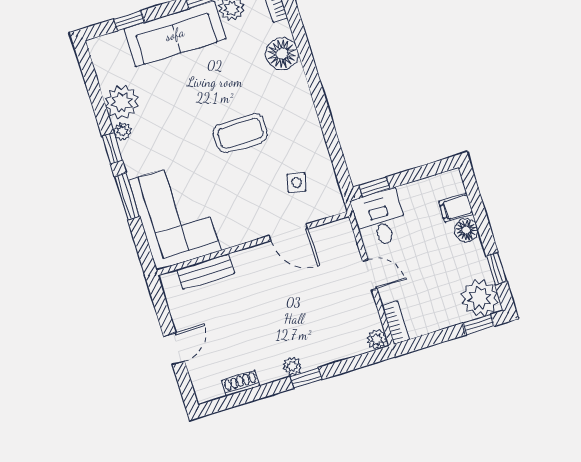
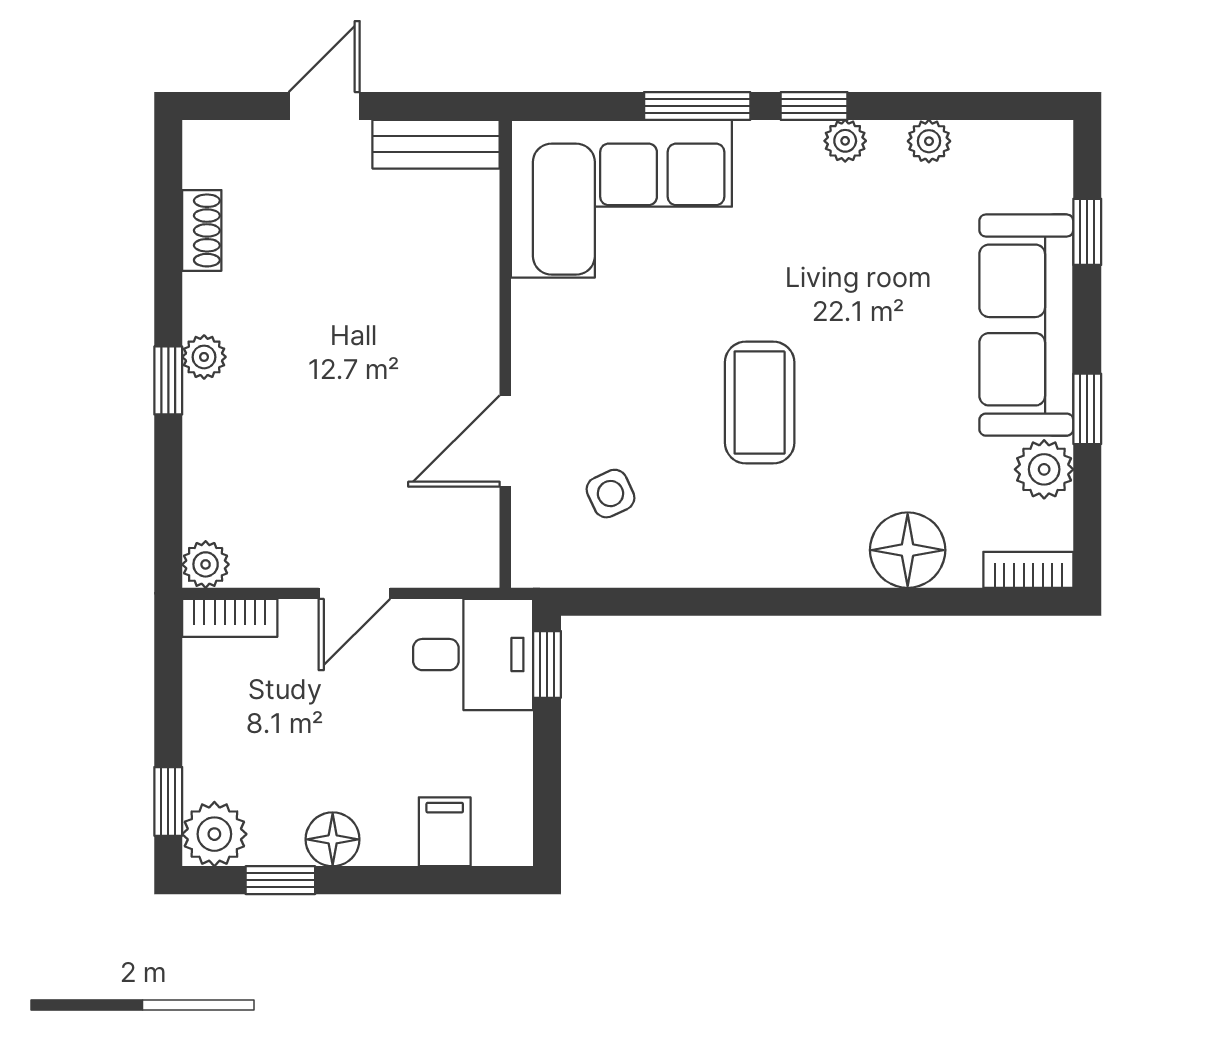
plant: (122, 102) -> (929, 141), width x0.53, depth x0.53
side table: (296, 183) -> (611, 494), turned -38
floor lamp: (466, 230) -> (333, 839), moved
bench: (206, 271) -> (436, 144), moved, turned 90
plant: (480, 298) -> (214, 834), width x0.73, depth x0.73
door: (174, 349) -> (324, 106), swing flipped

